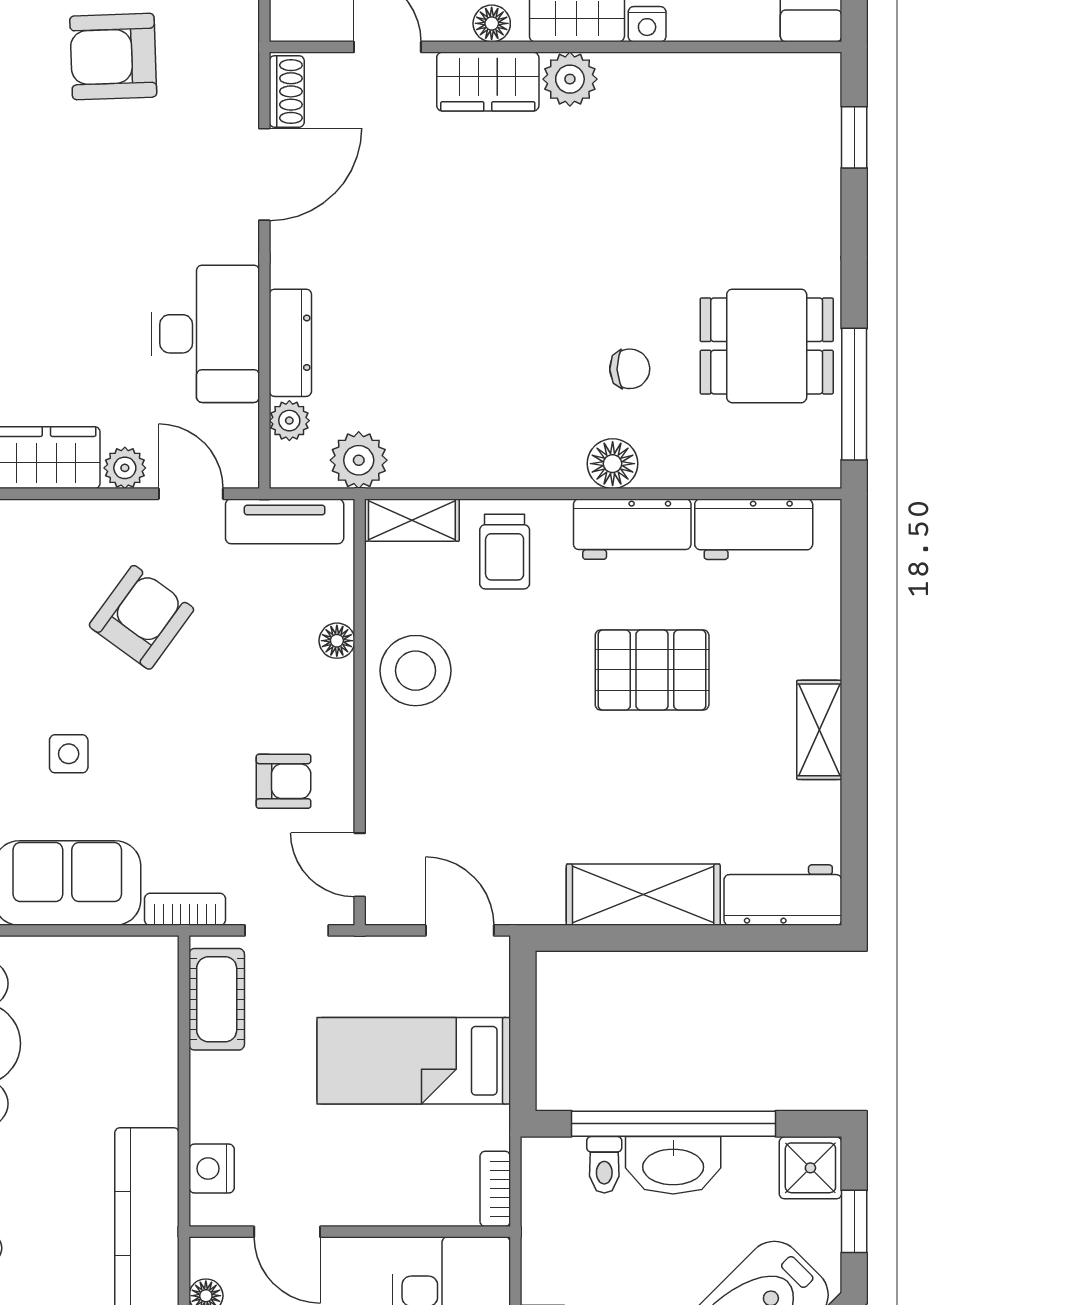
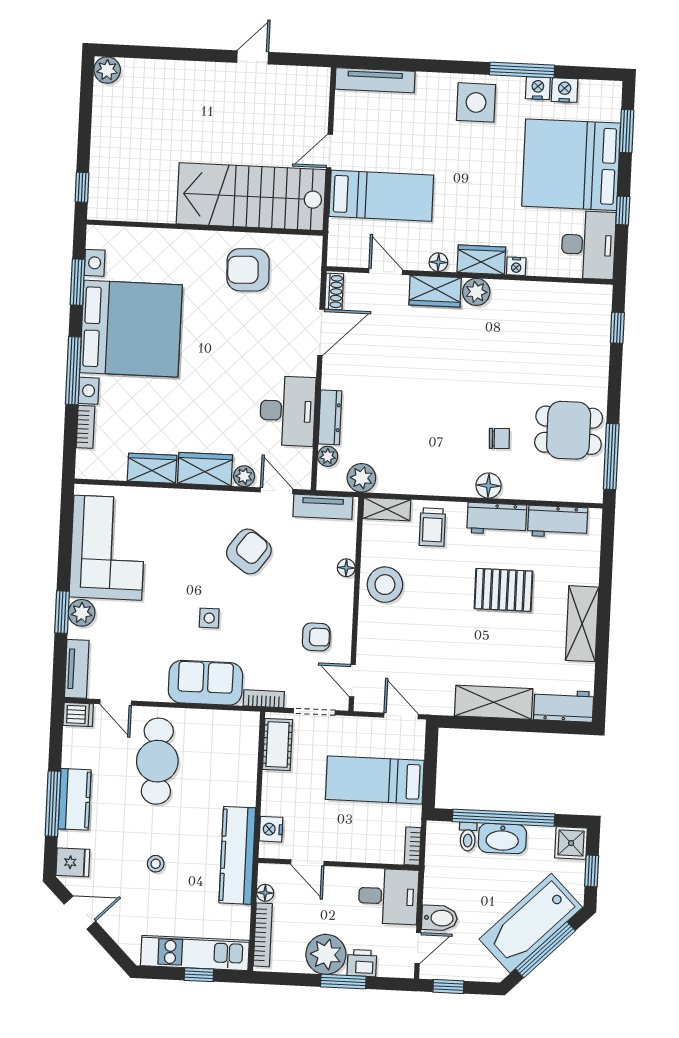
shelving: (819, 730) -> (582, 624), width x1.50, depth x1.33

